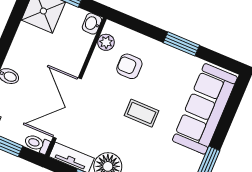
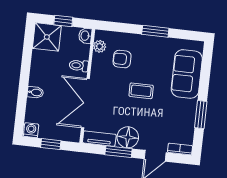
sofa: (205, 109) -> (187, 74), width x0.73
toilet: (37, 144) -> (79, 66), moved

